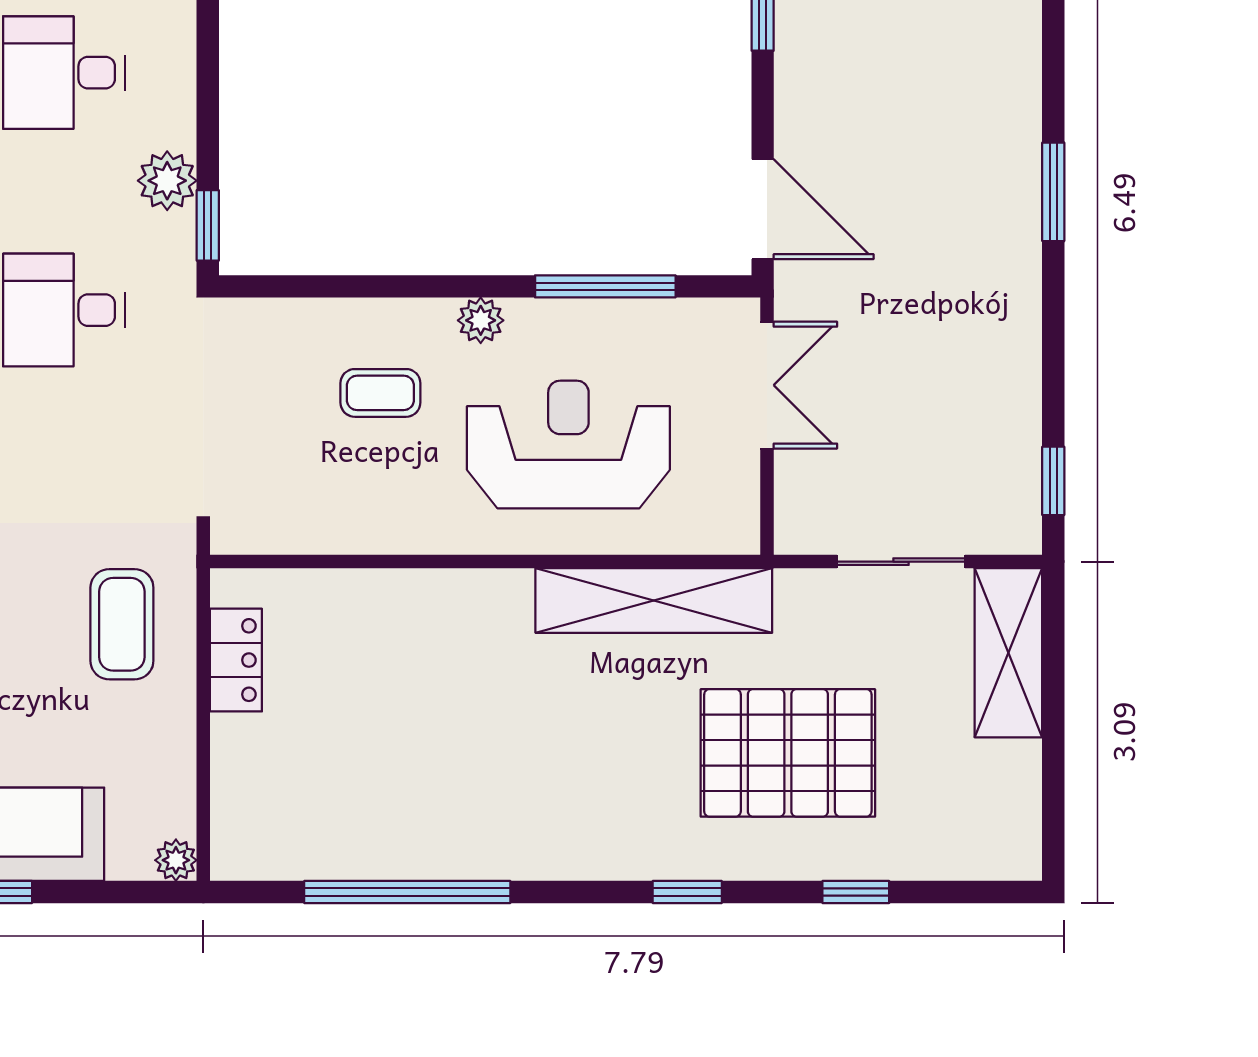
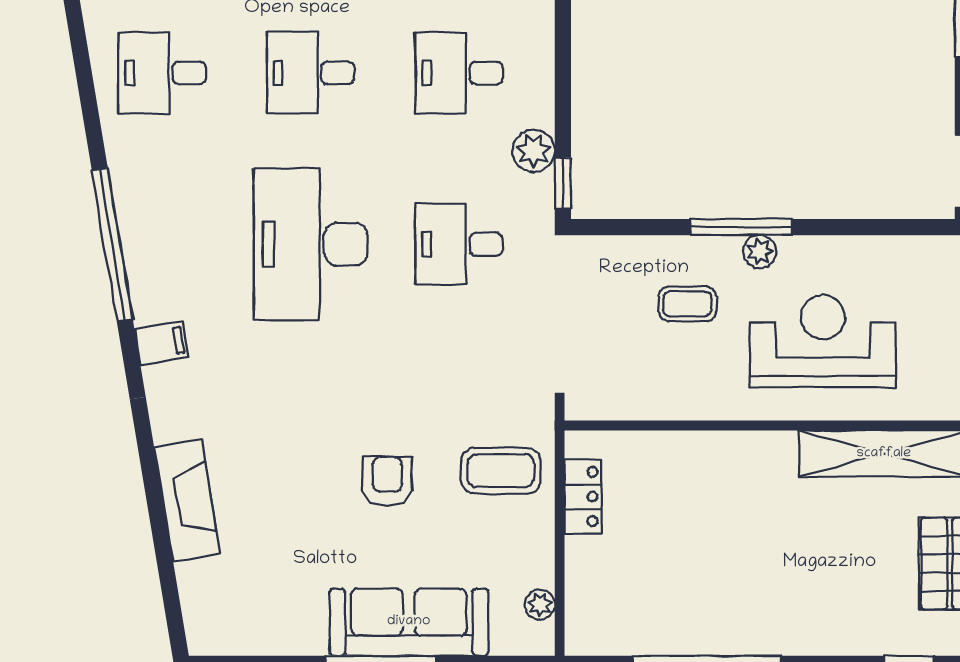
window: (605, 286) -> (741, 227), moved
coffee table: (122, 624) -> (501, 471), turned 90
plant: (176, 860) -> (540, 605), moved

